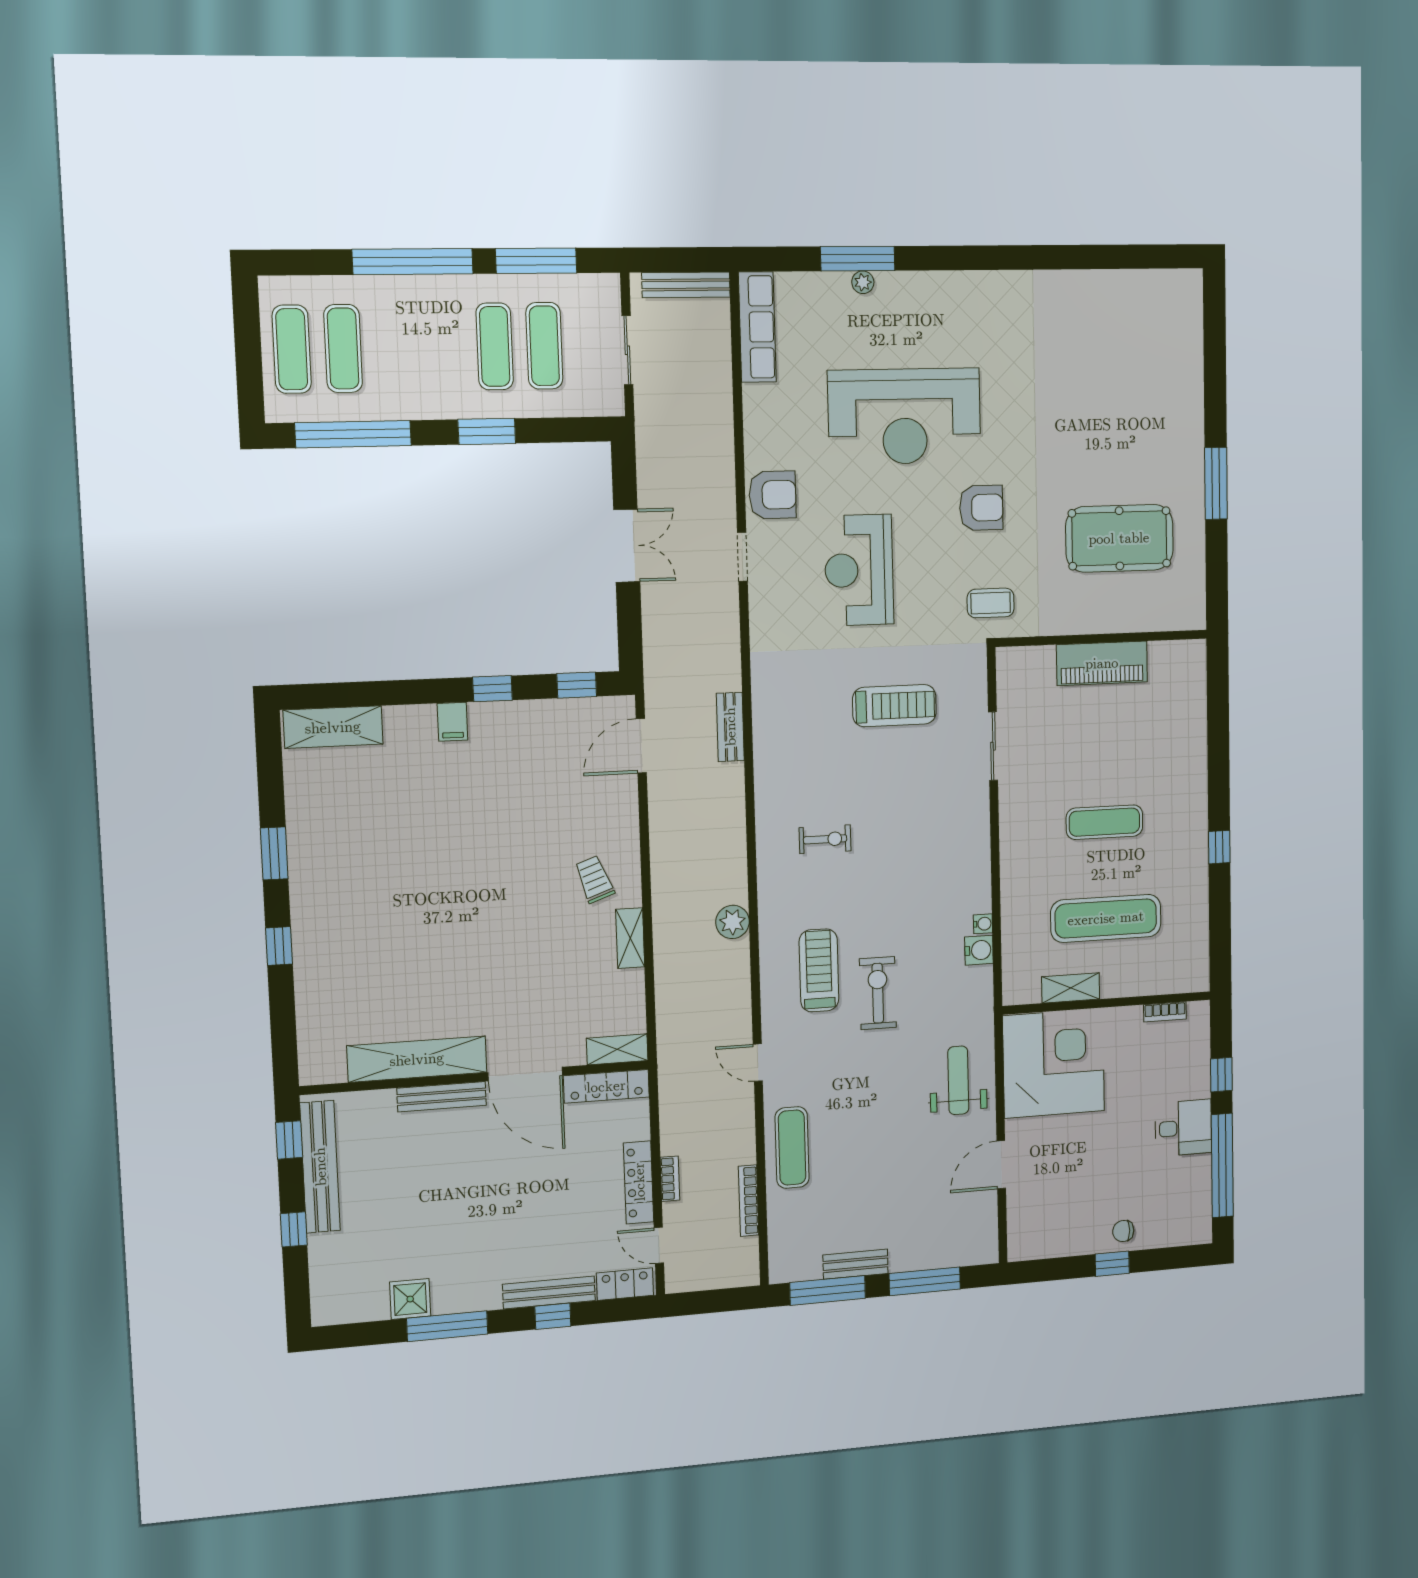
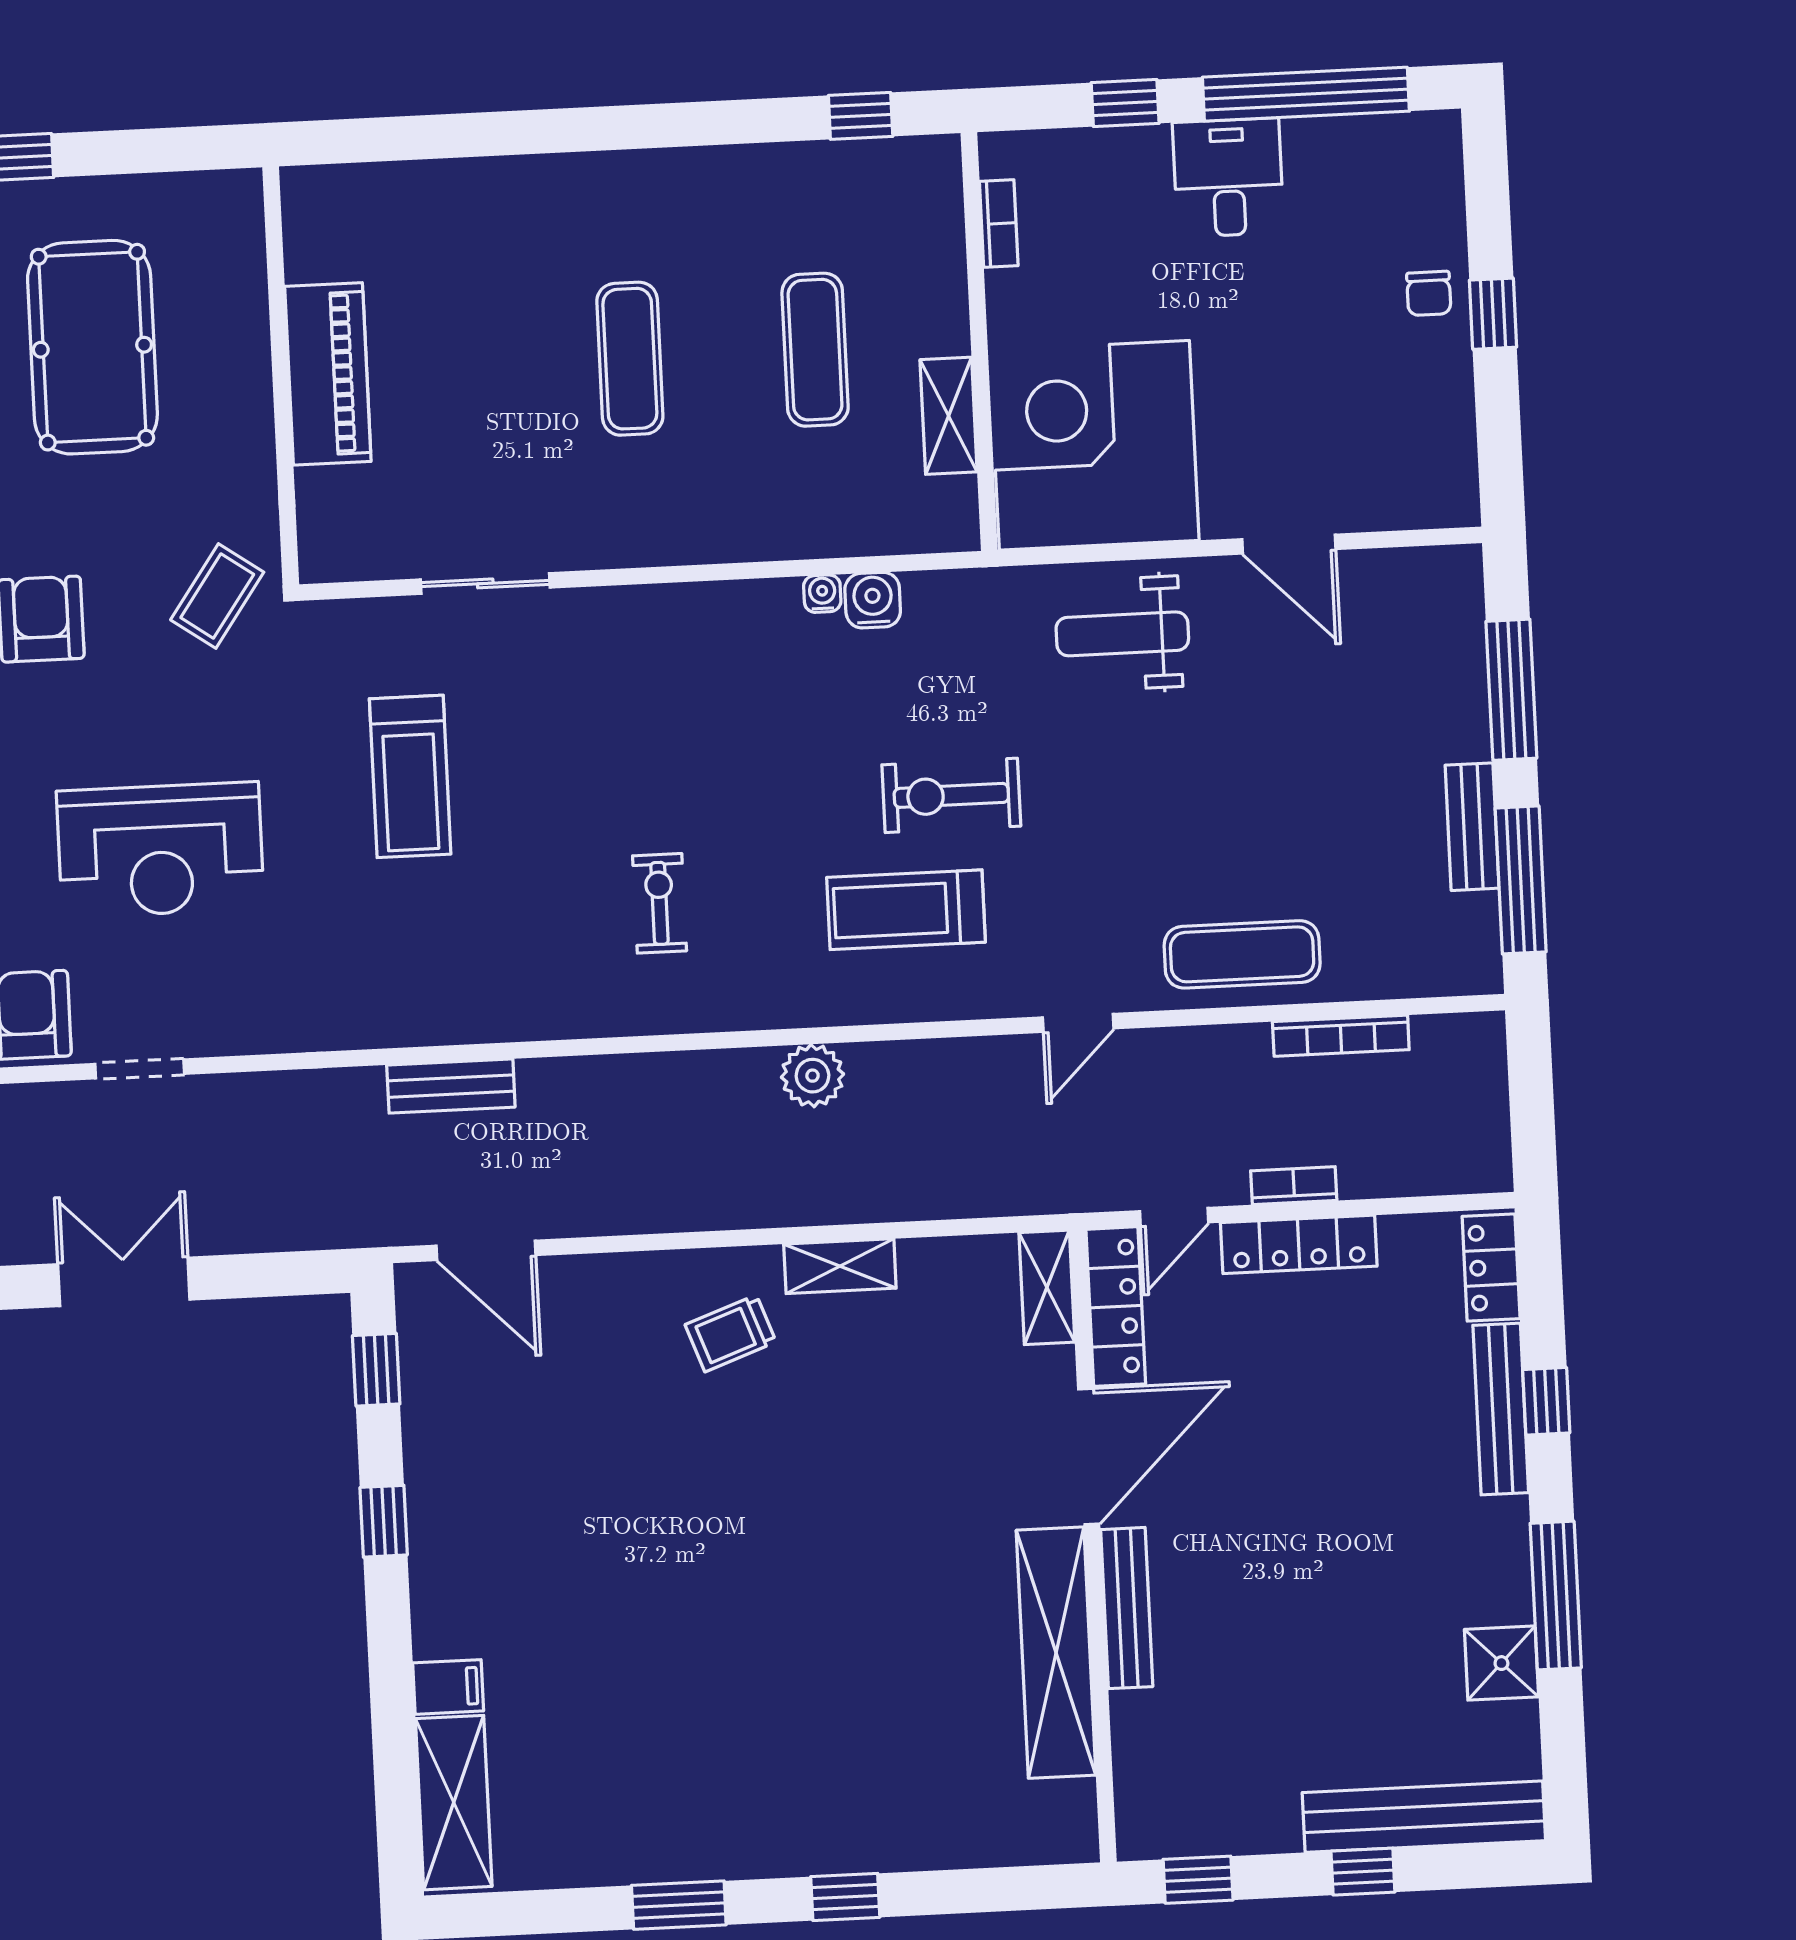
coffee table: (991, 603) -> (217, 596), turned 35
treadmill: (894, 706) -> (410, 776), turned 180
filing cabinet: (452, 722) -> (448, 1687), moved
window: (1219, 847) -> (861, 116), moved
exercise mat: (1106, 918) -> (815, 350), width x0.73, depth x0.69
bench: (320, 1167) -> (1424, 1817), moved
door: (659, 1245) -> (1174, 1217), moved

